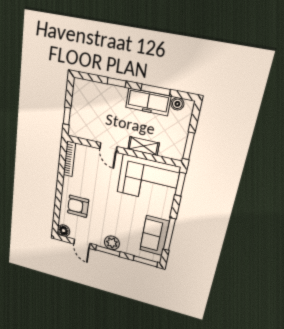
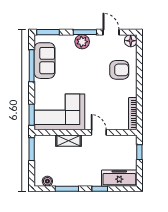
freezer: (148, 102) -> (119, 178), moved

